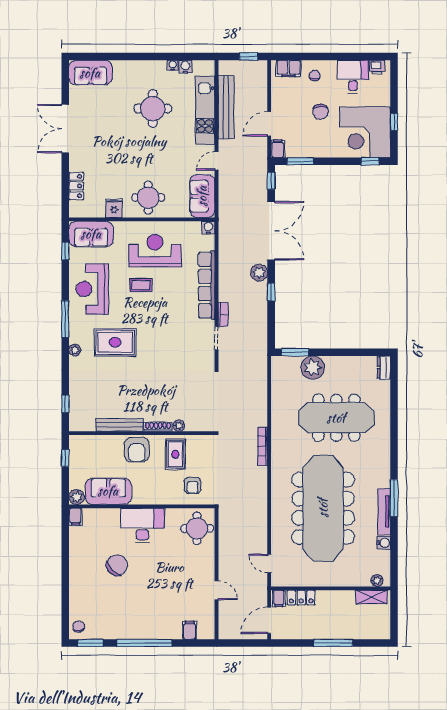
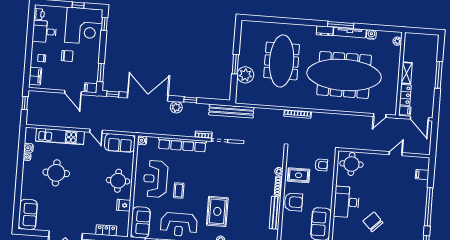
bench: (226, 107) -> (231, 111), moved
window: (295, 352) -> (235, 64), moved
dresser: (384, 367) -> (325, 31), moved
shelving: (372, 597) -> (407, 73), moved

